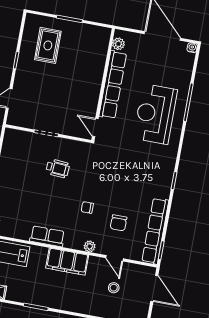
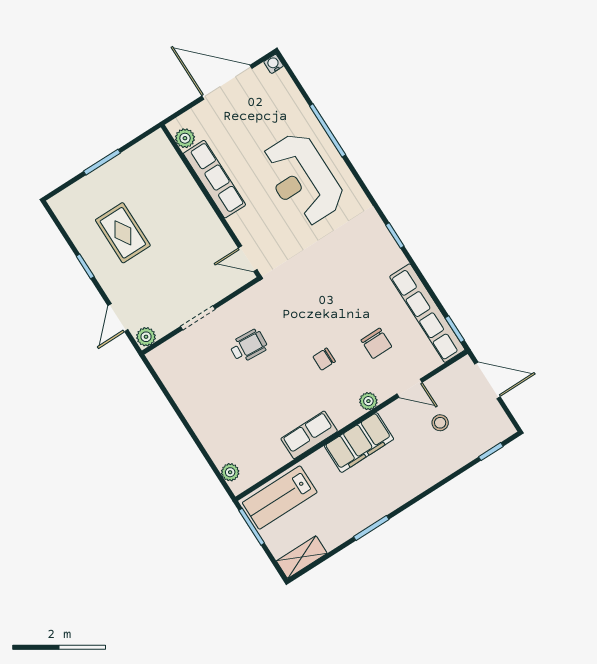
rug: (48, 45) -> (123, 233), moved
row of seats: (113, 85) -> (214, 179), width x0.73
plant: (14, 120) -> (146, 337), added

